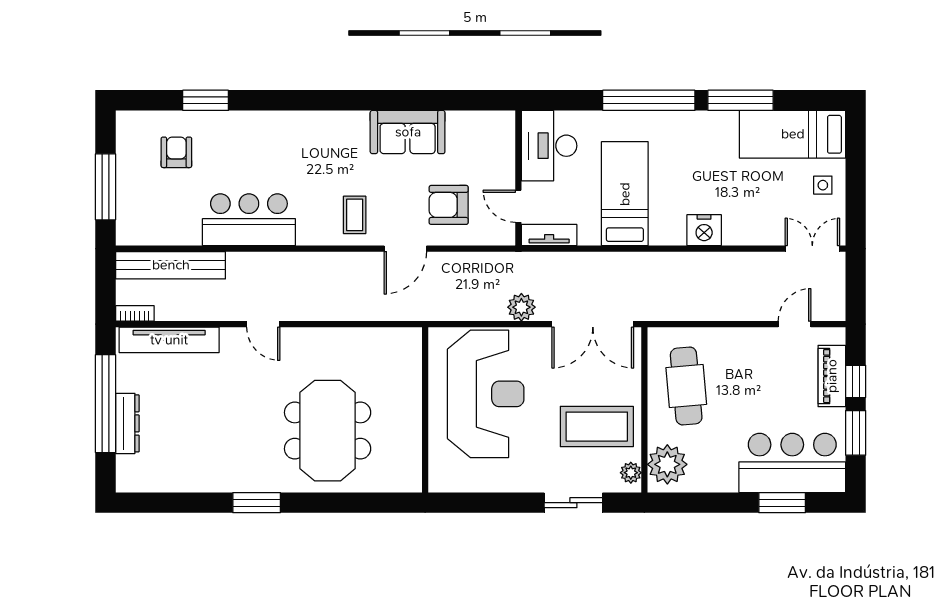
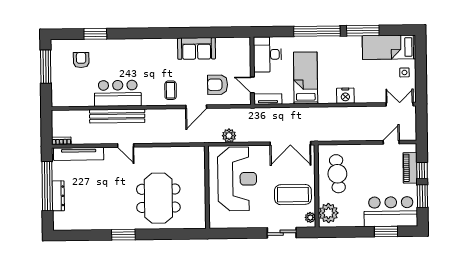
window: (105, 187) -> (46, 67), moved
bench: (171, 265) -> (117, 116), moved
plant: (521, 307) -> (229, 136), moved

